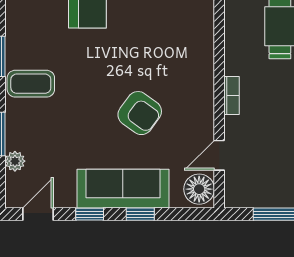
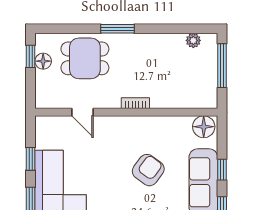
door: (219, 155) -> (82, 112), moved

